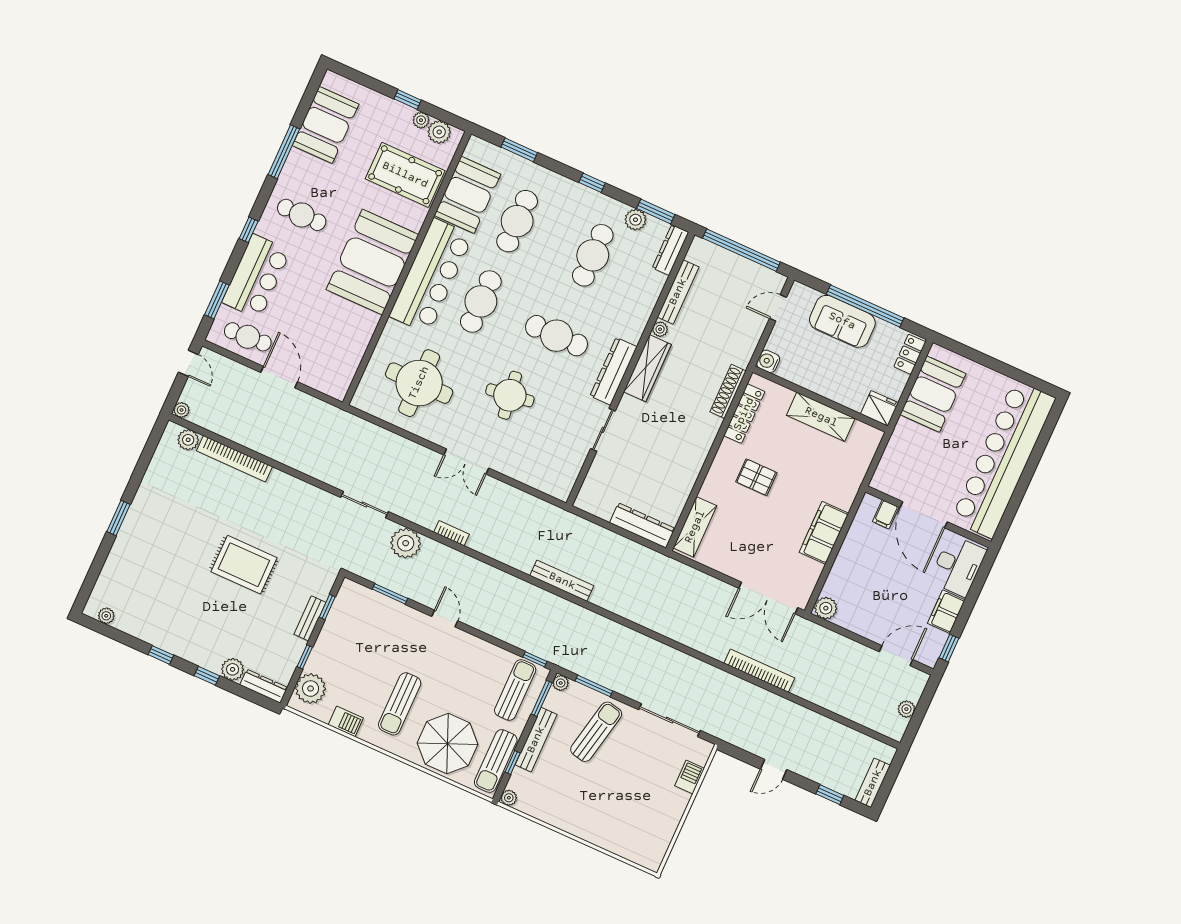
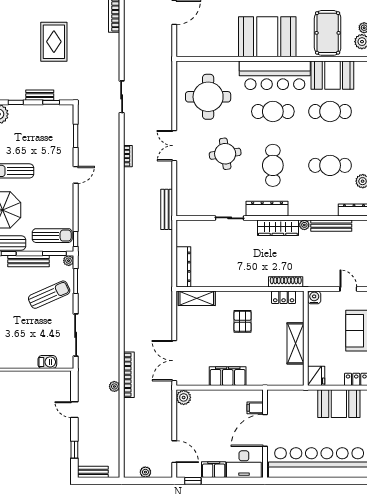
locker: (744, 414) -> (284, 297), width x0.66
plant: (406, 543) -> (114, 386), moved, width x0.53, depth x0.53
bench: (562, 581) -> (167, 209), moved
sun lounger: (596, 732) -> (49, 295), turned -36

